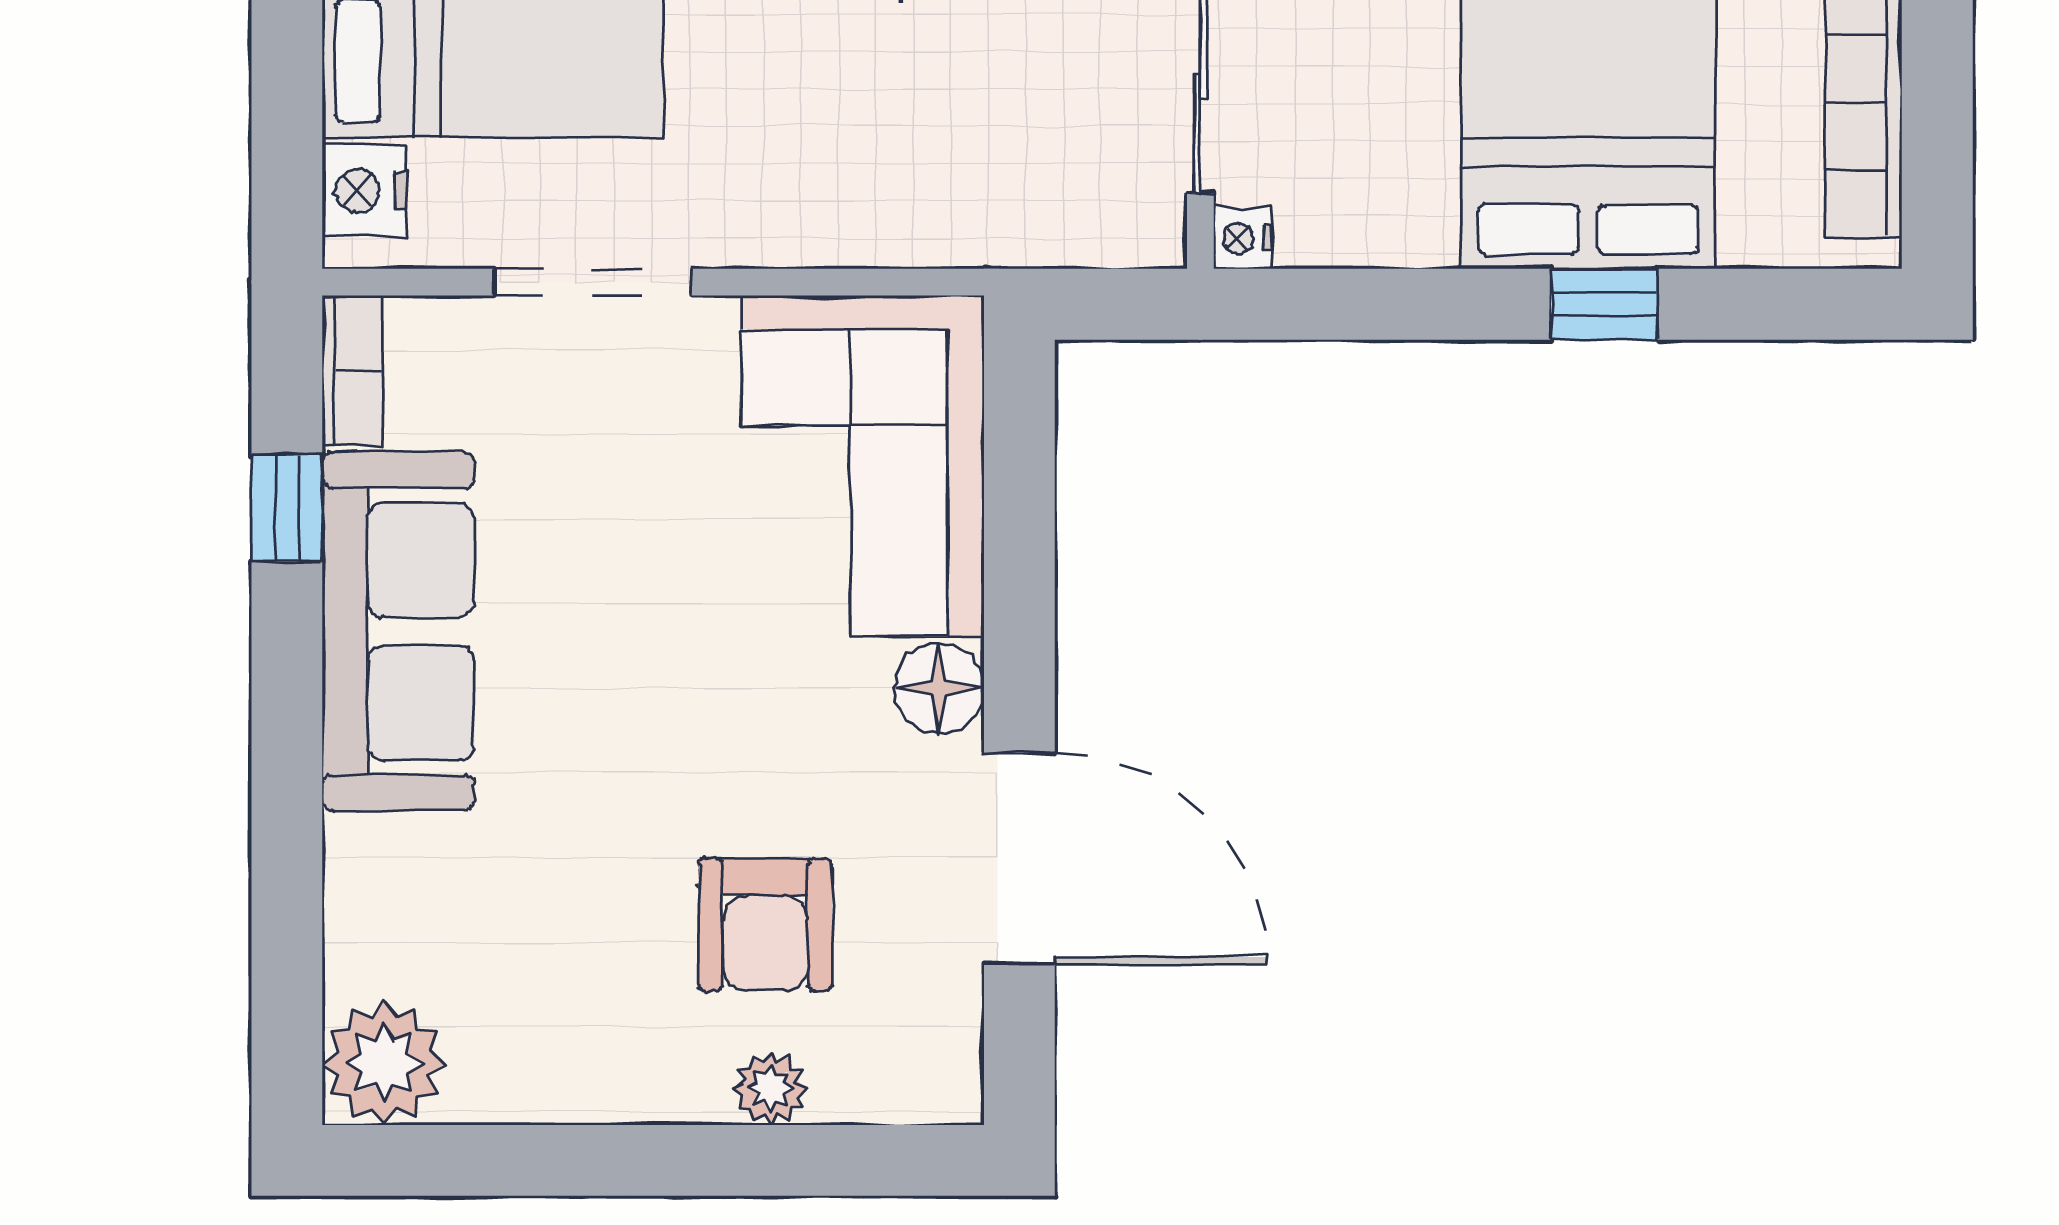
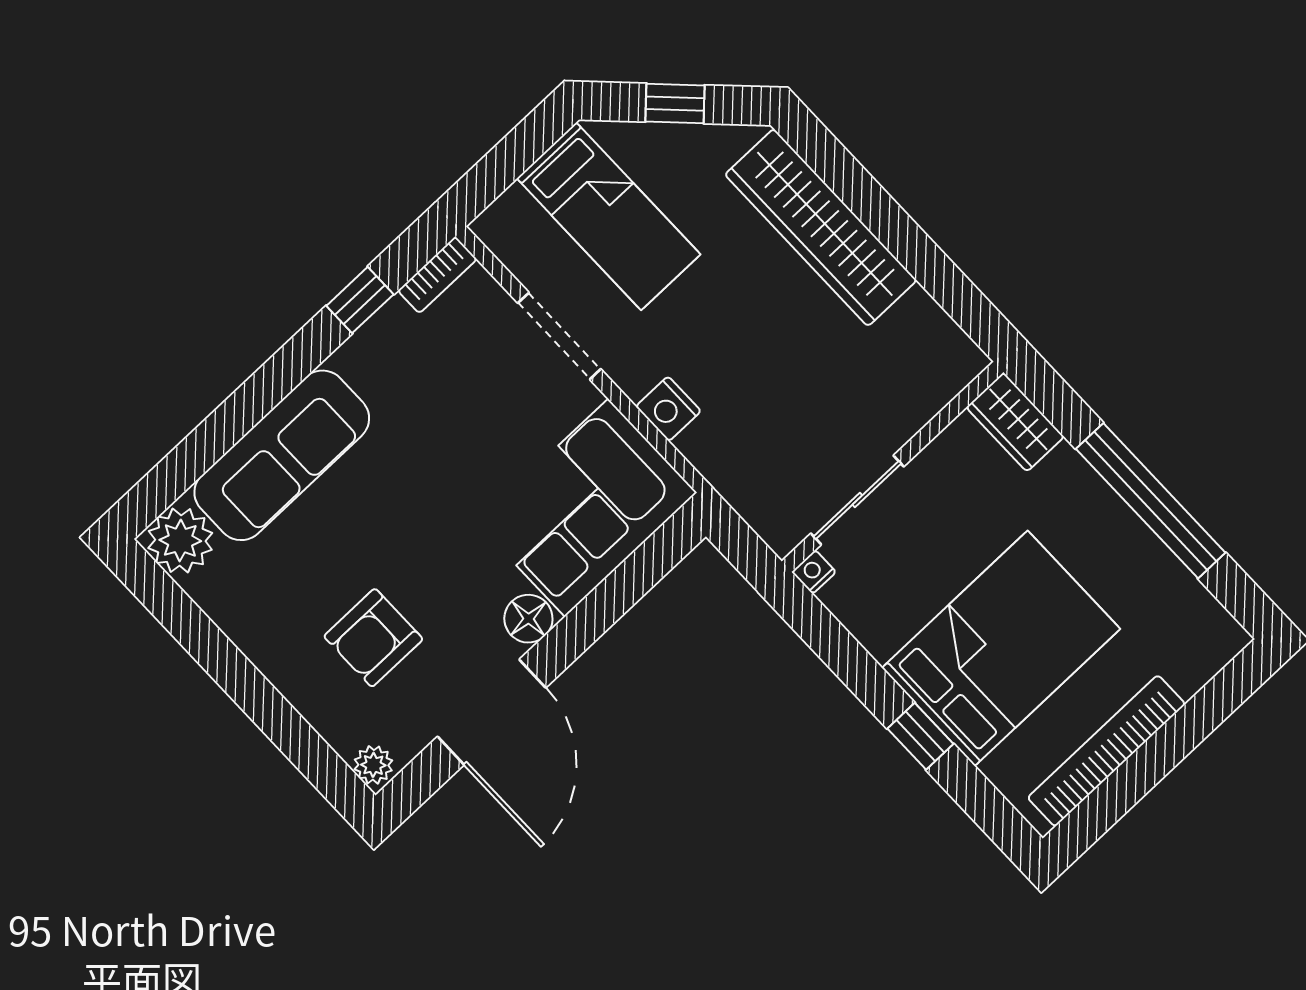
nightstand: (364, 190) -> (668, 409), moved, turned -90
sofa: (398, 631) -> (282, 455), moved
plant: (771, 1088) -> (373, 765), moved

